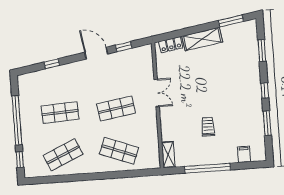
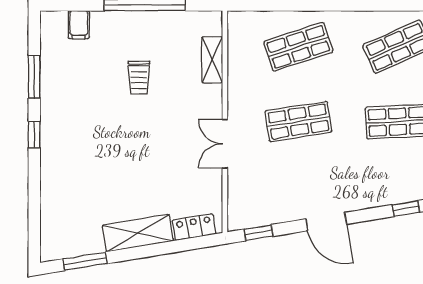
window: (124, 47) -> (259, 233), moved
window: (262, 51) -> (34, 205), removed
shop shelf: (119, 151) -> (298, 47), turned -39
shelving: (168, 155) -> (212, 60), moved

